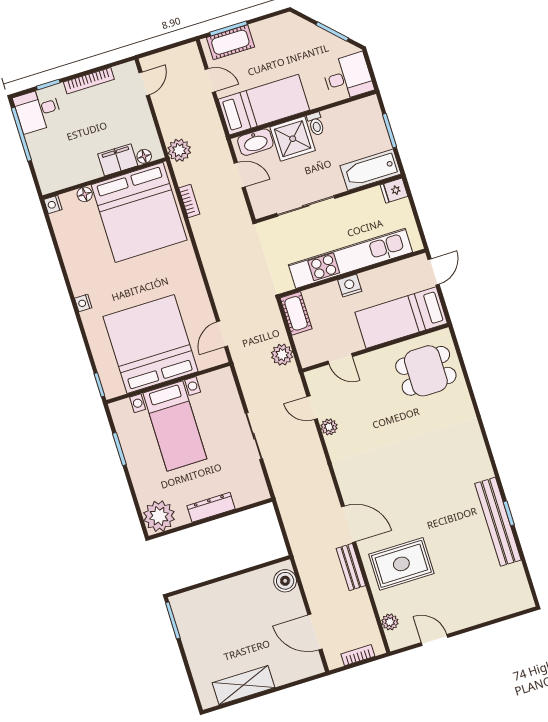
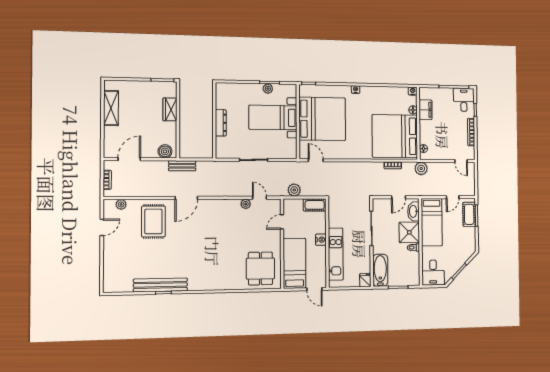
filing cabinet: (118, 160) -> (426, 110), moved
kitchen unit: (350, 258) -> (336, 254), width x0.73
door: (312, 408) -> (259, 198), hinge flipped
plant: (159, 516) -> (268, 89), moved, width x0.53, depth x0.53
bench: (351, 567) -> (182, 166), moved
wardrobe: (216, 594) -> (170, 109), added

